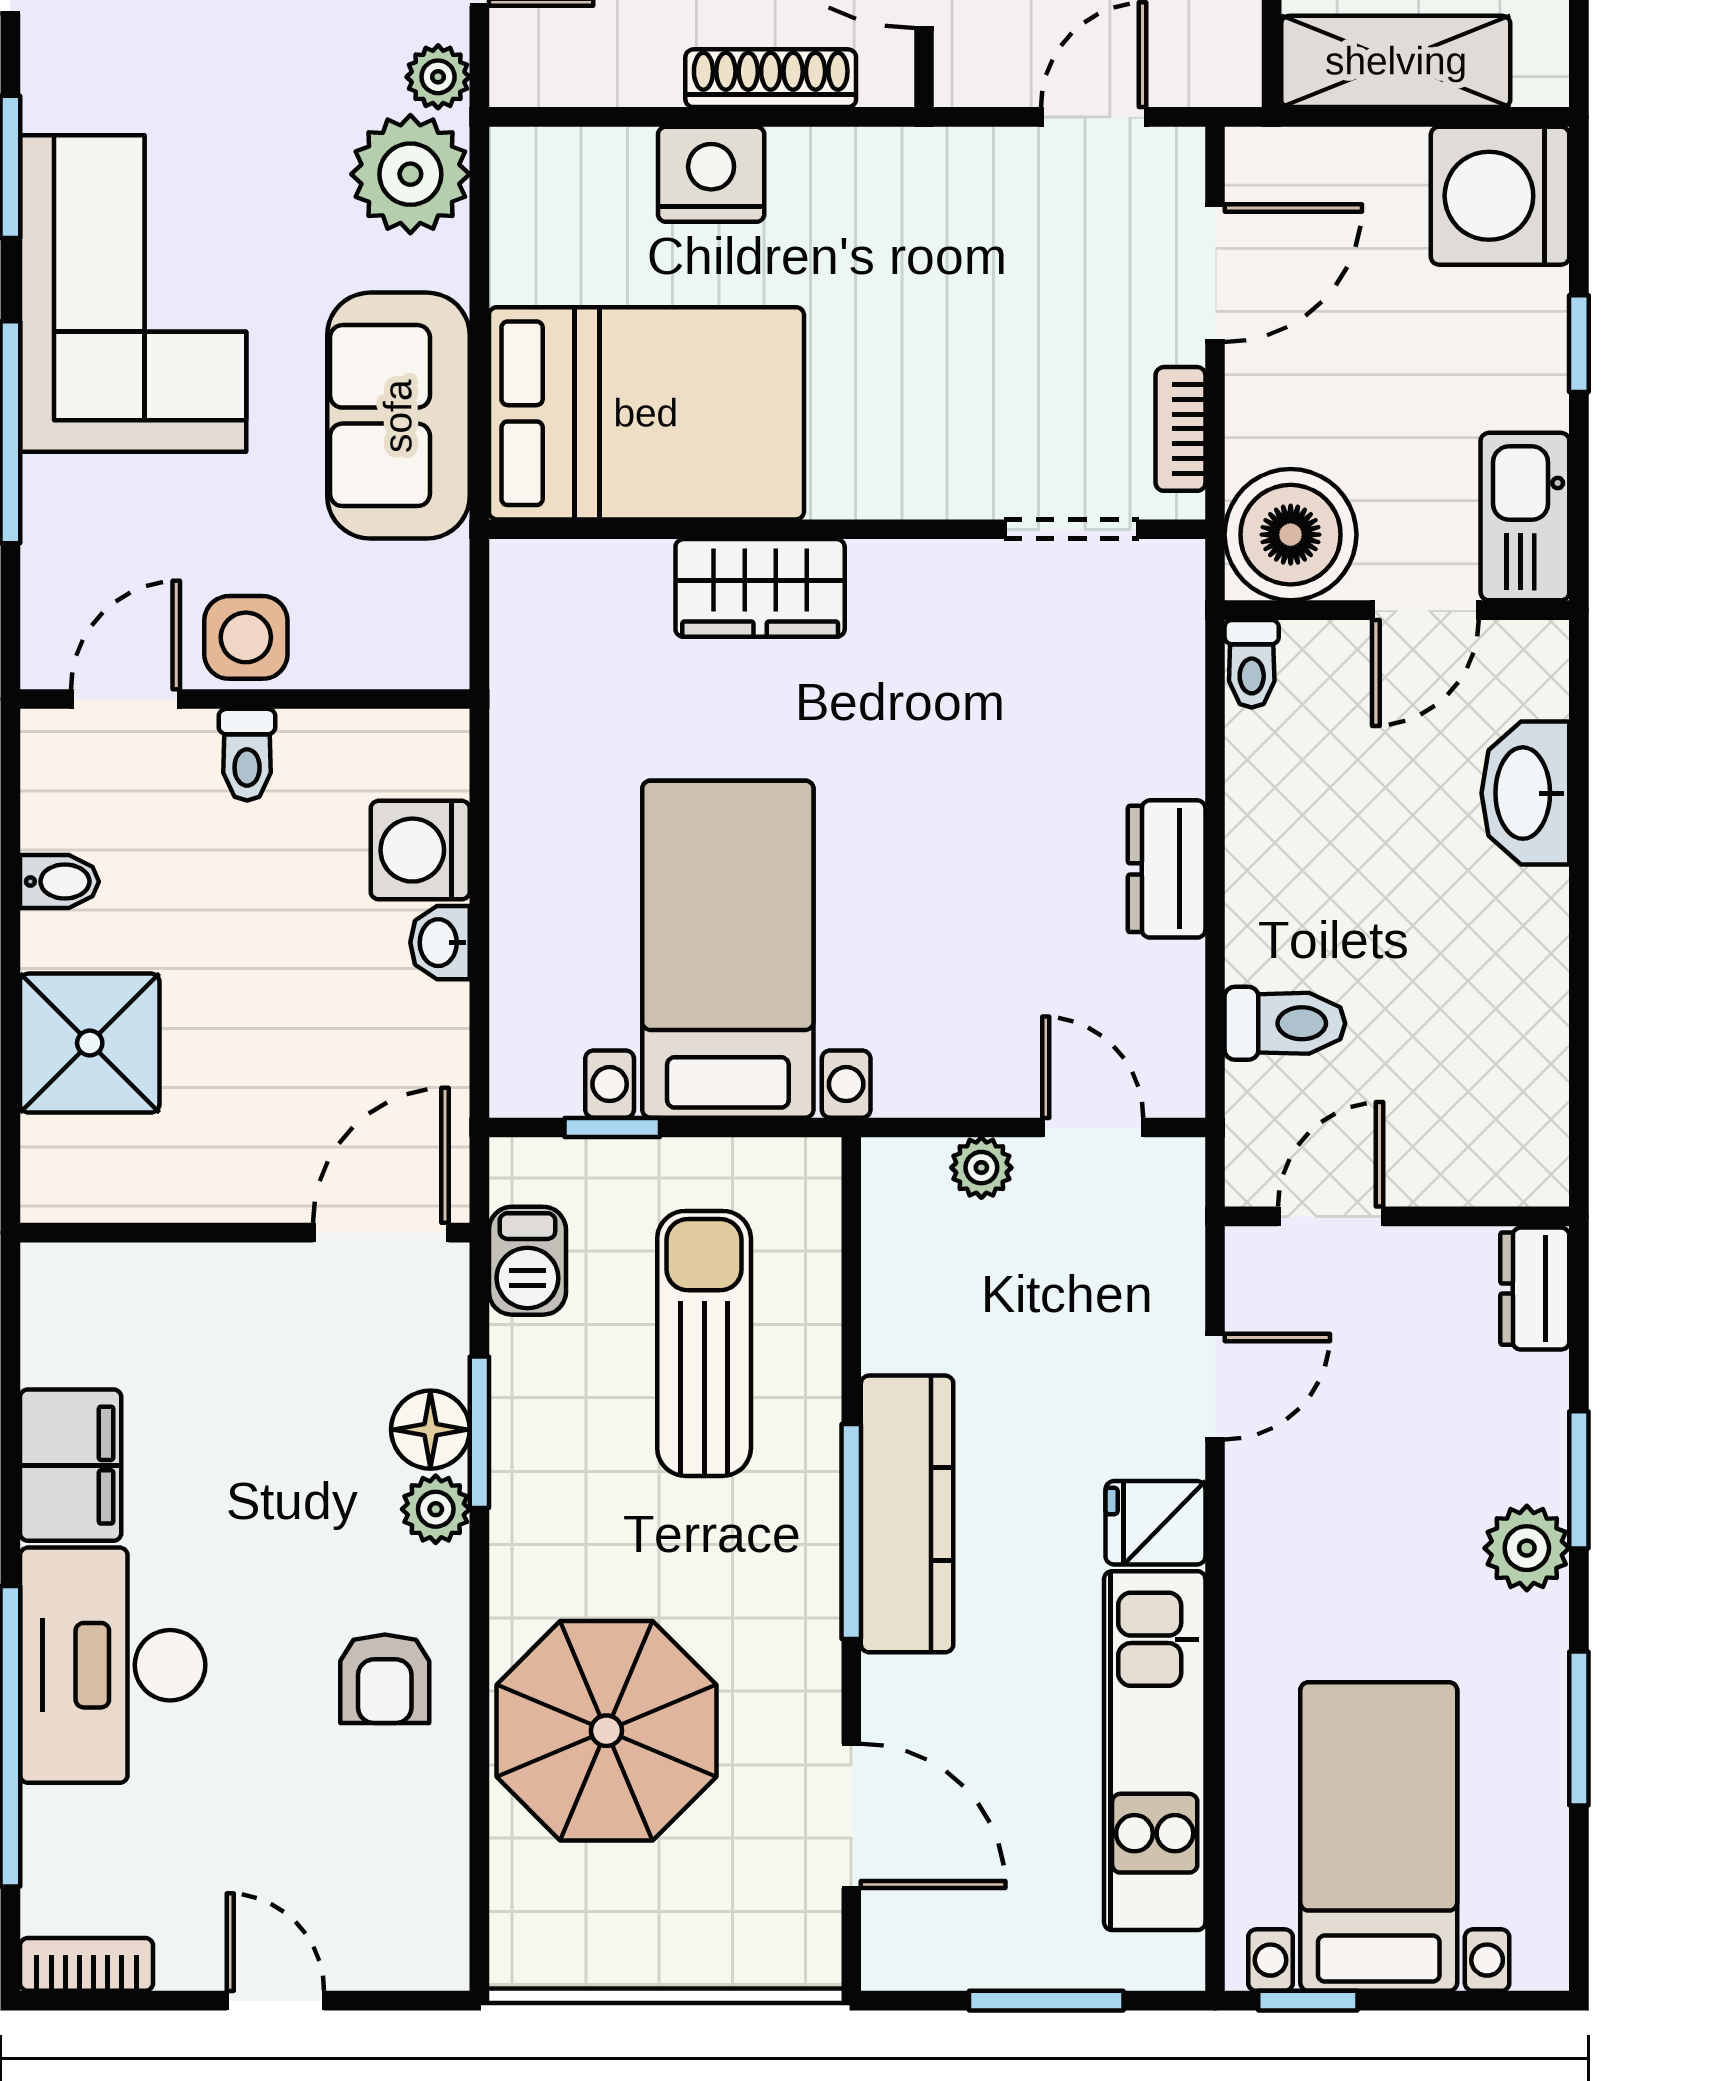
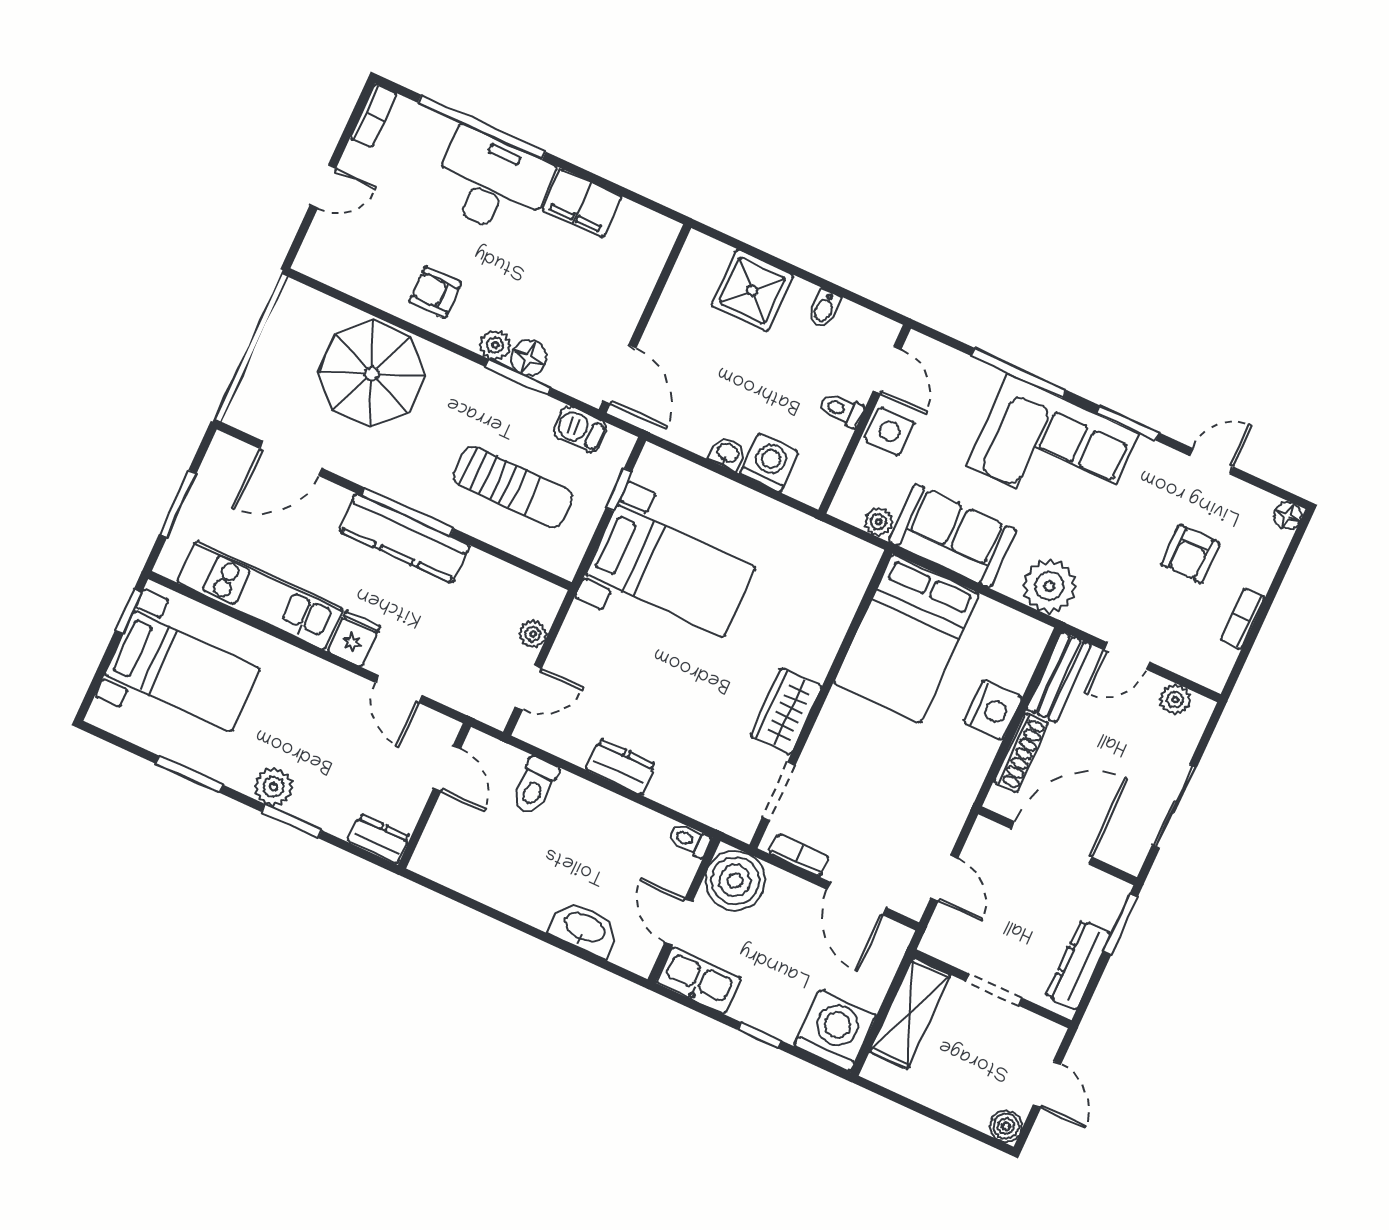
bench: (584, 71) -> (1059, 677), added
plant: (438, 77) -> (878, 522), moved
wardrobe: (760, 588) -> (786, 711), moved

